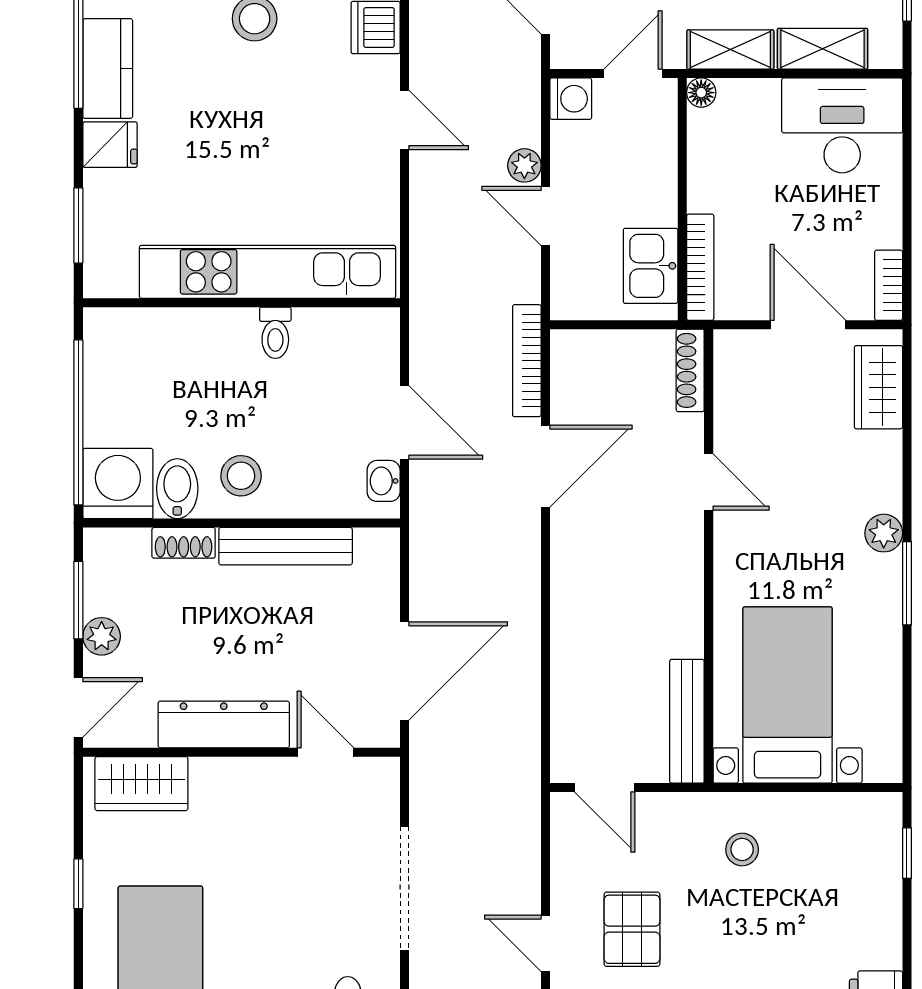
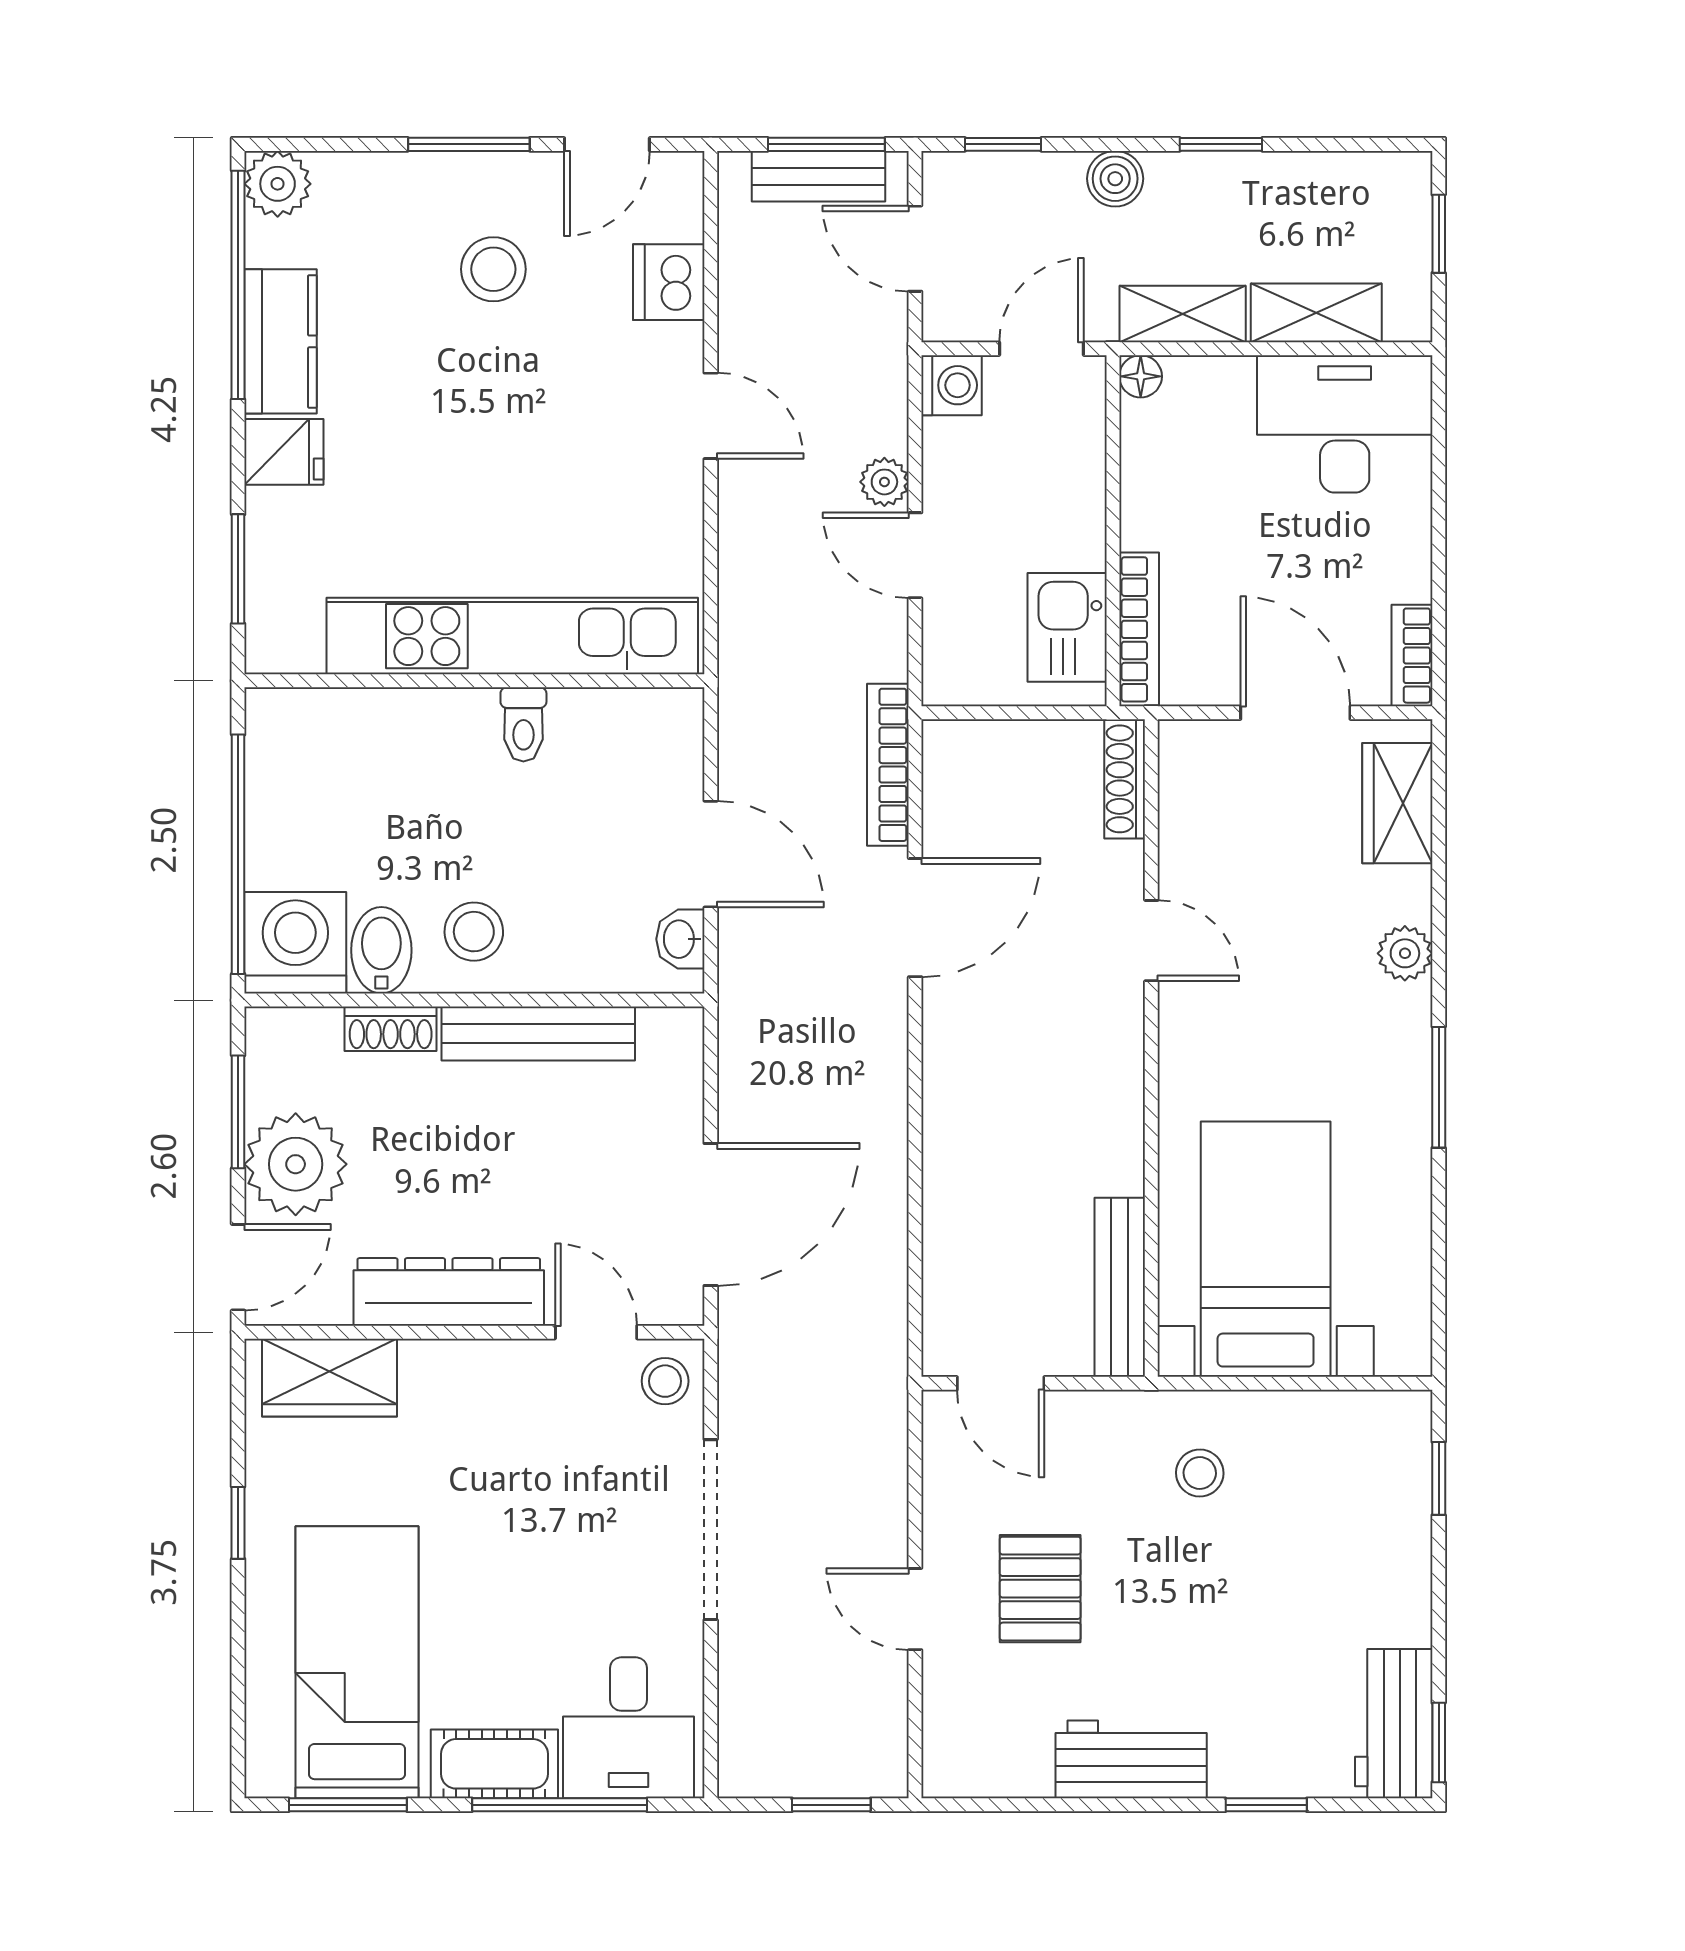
plant: (884, 533) -> (1405, 953), moved
plant: (102, 636) -> (296, 1164), width x1.87, depth x1.87
stool: (373, 786) -> (665, 1381), added

